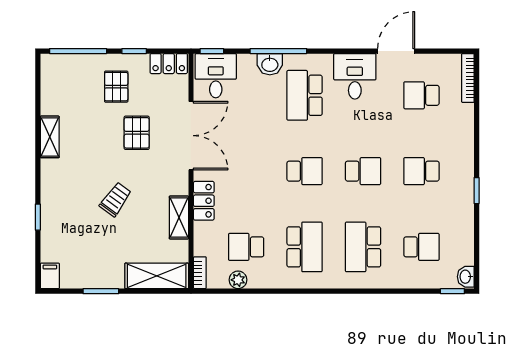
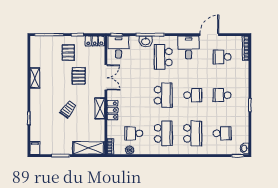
double door: (191, 136) -> (106, 77), width x0.73
school desk: (305, 171) -> (163, 95), width x1.85
shelving: (179, 218) -> (100, 108), moved
school desk: (363, 247) -> (193, 133), turned 180

